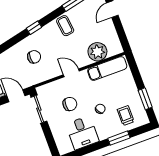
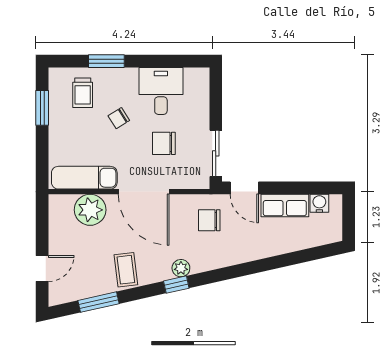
plant: (35, 38) -> (181, 268), added
chair: (34, 57) -> (209, 220), moved
door: (71, 73) -> (144, 192), width x1.88

